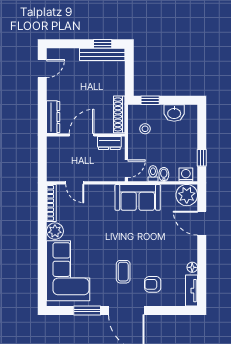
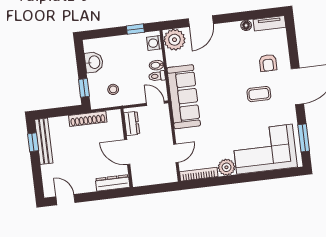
shoe rack: (119, 114) -> (88, 119), moved
sofa: (138, 197) -> (184, 97), width x1.36
window: (87, 311) -> (304, 138), moved

